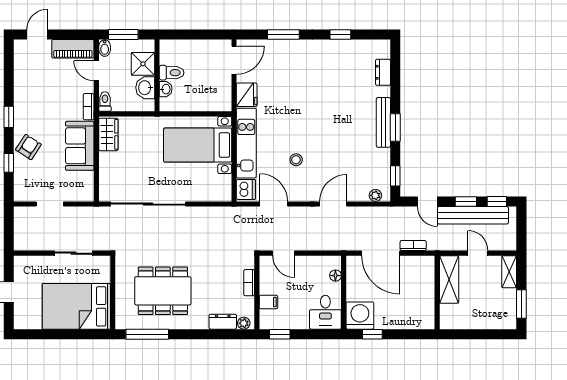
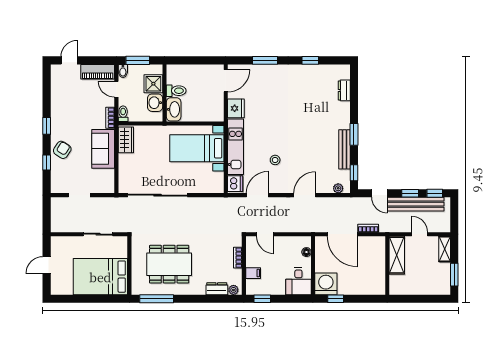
washbasin: (166, 89) -> (174, 109), width x1.91, depth x1.45
bench: (383, 122) -> (345, 149), moved
door: (274, 204) -> (257, 195), hinge flipped

